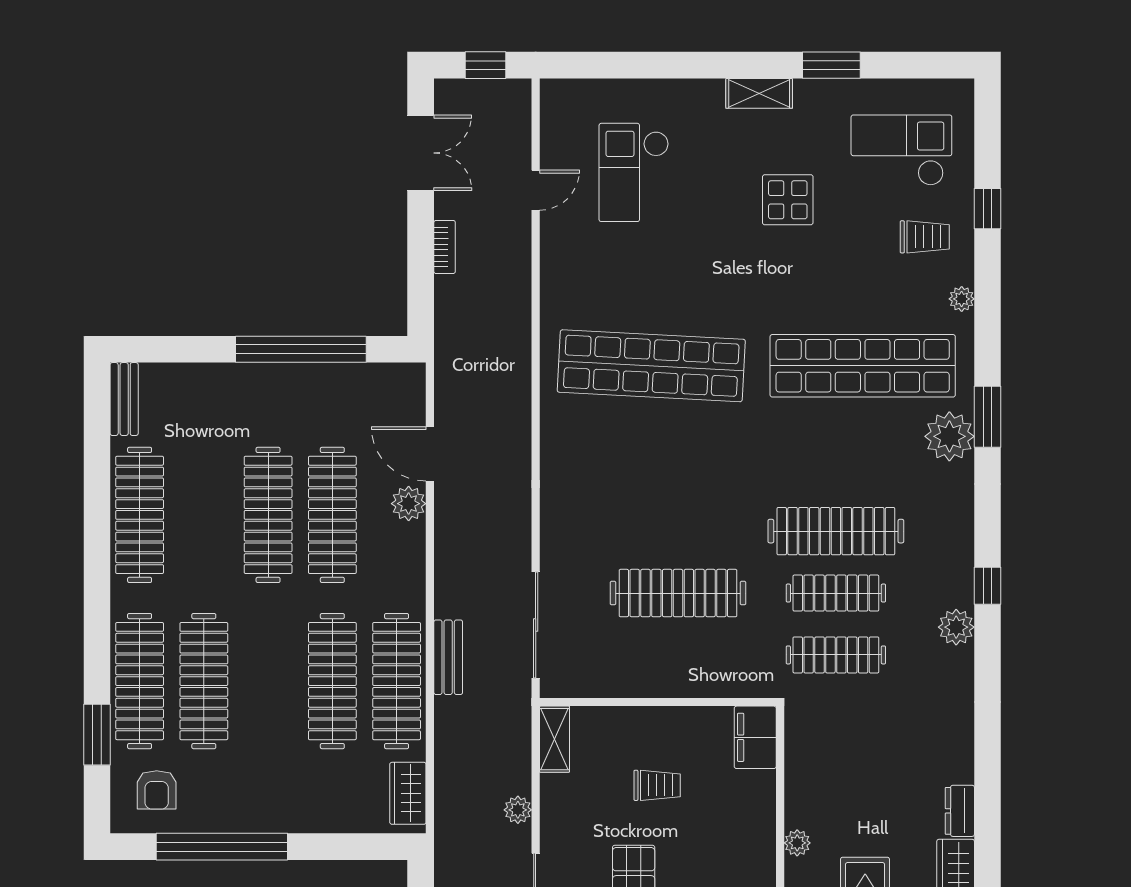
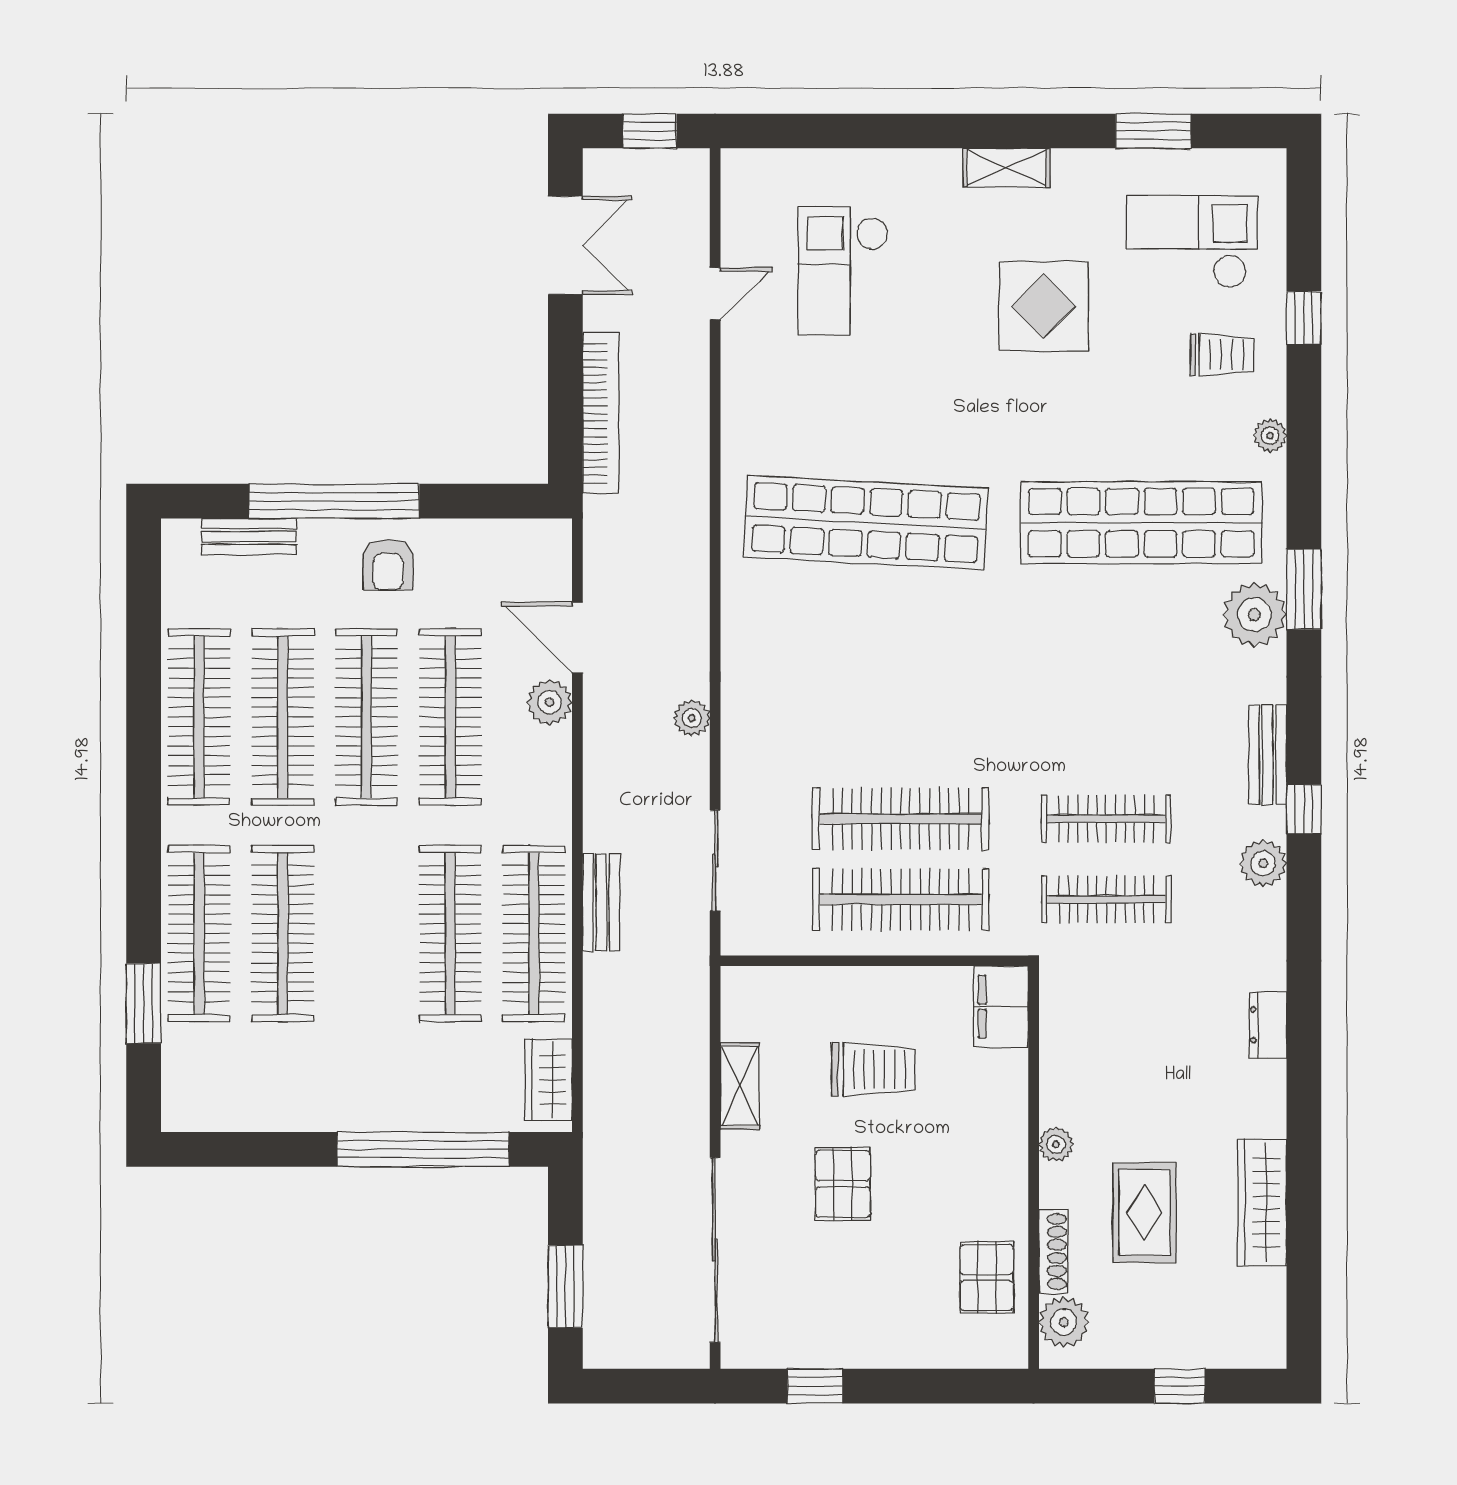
window: (831, 65) -> (1153, 131), moved
display table: (788, 200) -> (1044, 306), width x1.36, depth x1.36
bookcase: (445, 247) -> (601, 413), width x2.31, depth x1.31
window: (301, 349) -> (334, 501), moved
bench: (124, 399) -> (249, 537), moved, turned 90
clothes rail: (204, 515) -> (283, 717), added
clothes rail: (836, 531) -> (901, 899), moved
bench: (960, 544) -> (1268, 755), added
sliding door: (536, 625) -> (715, 860), width x0.73
shelving: (555, 739) -> (740, 1086), moved
trolley: (657, 785) -> (873, 1069), width x1.36, depth x1.39
armchair: (157, 790) -> (388, 565), moved
plant: (518, 810) -> (692, 718), moved
dresser: (960, 811) -> (1268, 1025), moved
window: (222, 847) -> (423, 1149), moved

